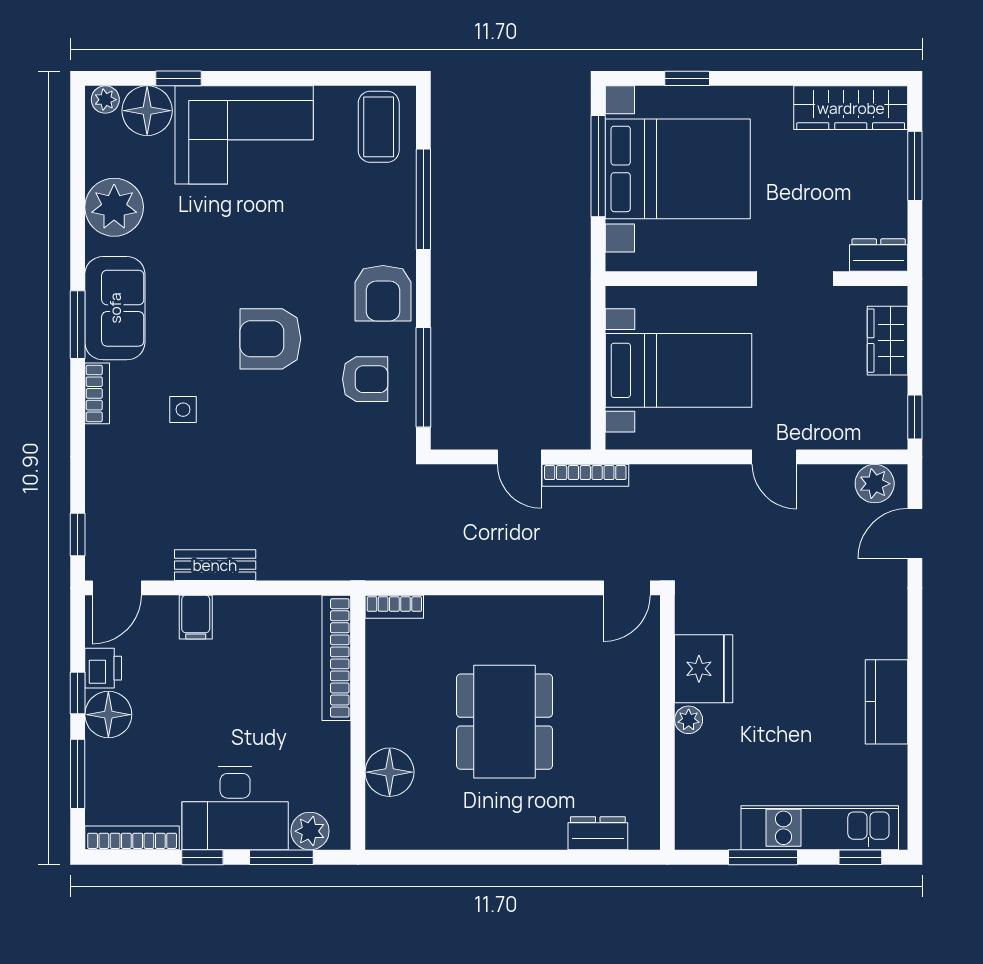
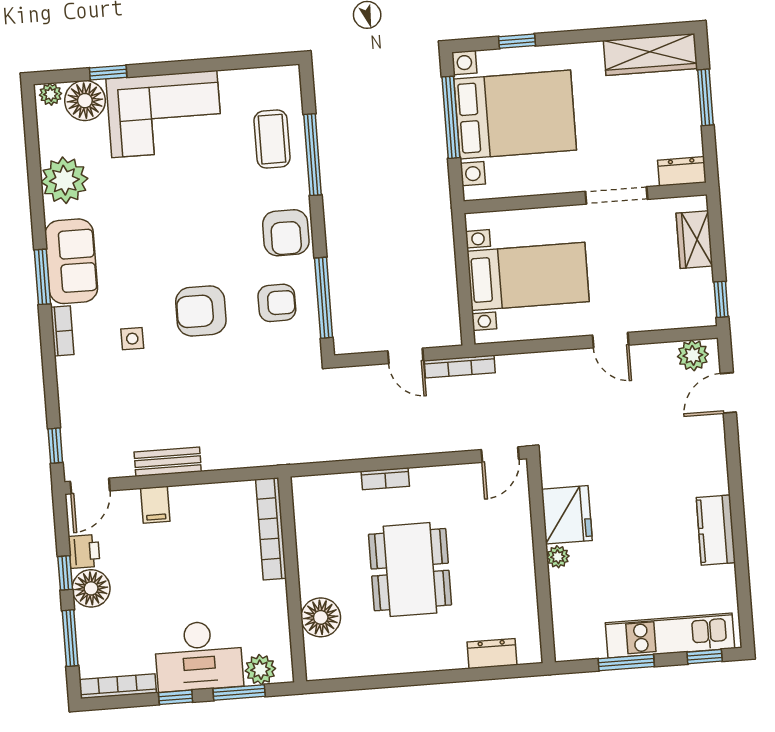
coffee table: (379, 127) -> (272, 139), moved
armchair: (270, 339) -> (201, 311), moved
bookcase: (394, 607) -> (385, 479), moved

